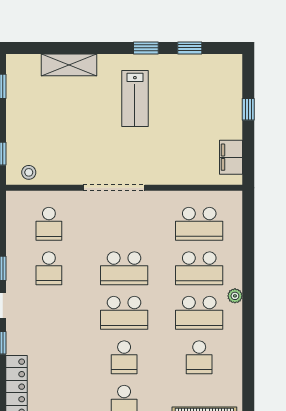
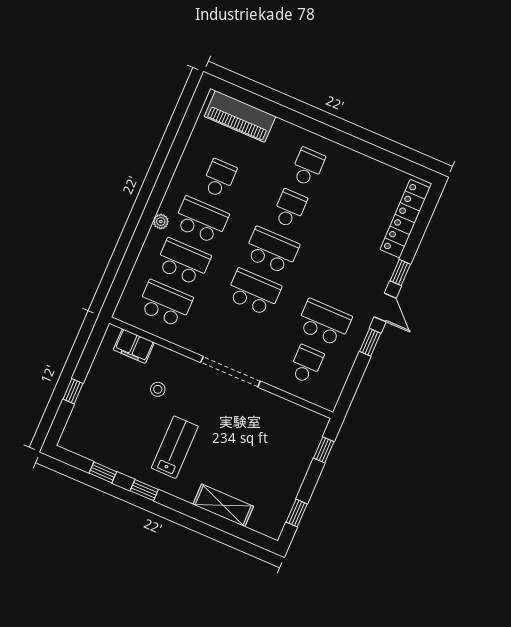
filing cabinet: (231, 157) -> (134, 346), moved, turned 90
stool: (29, 172) -> (158, 389), moved
school desk: (49, 268) -> (324, 323), width x1.85

